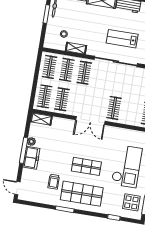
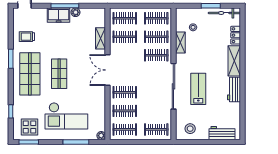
clothes rail: (131, 111) -> (125, 111), added
shelving: (41, 119) -> (101, 38), moved
trolley: (54, 182) -> (27, 37), moved

